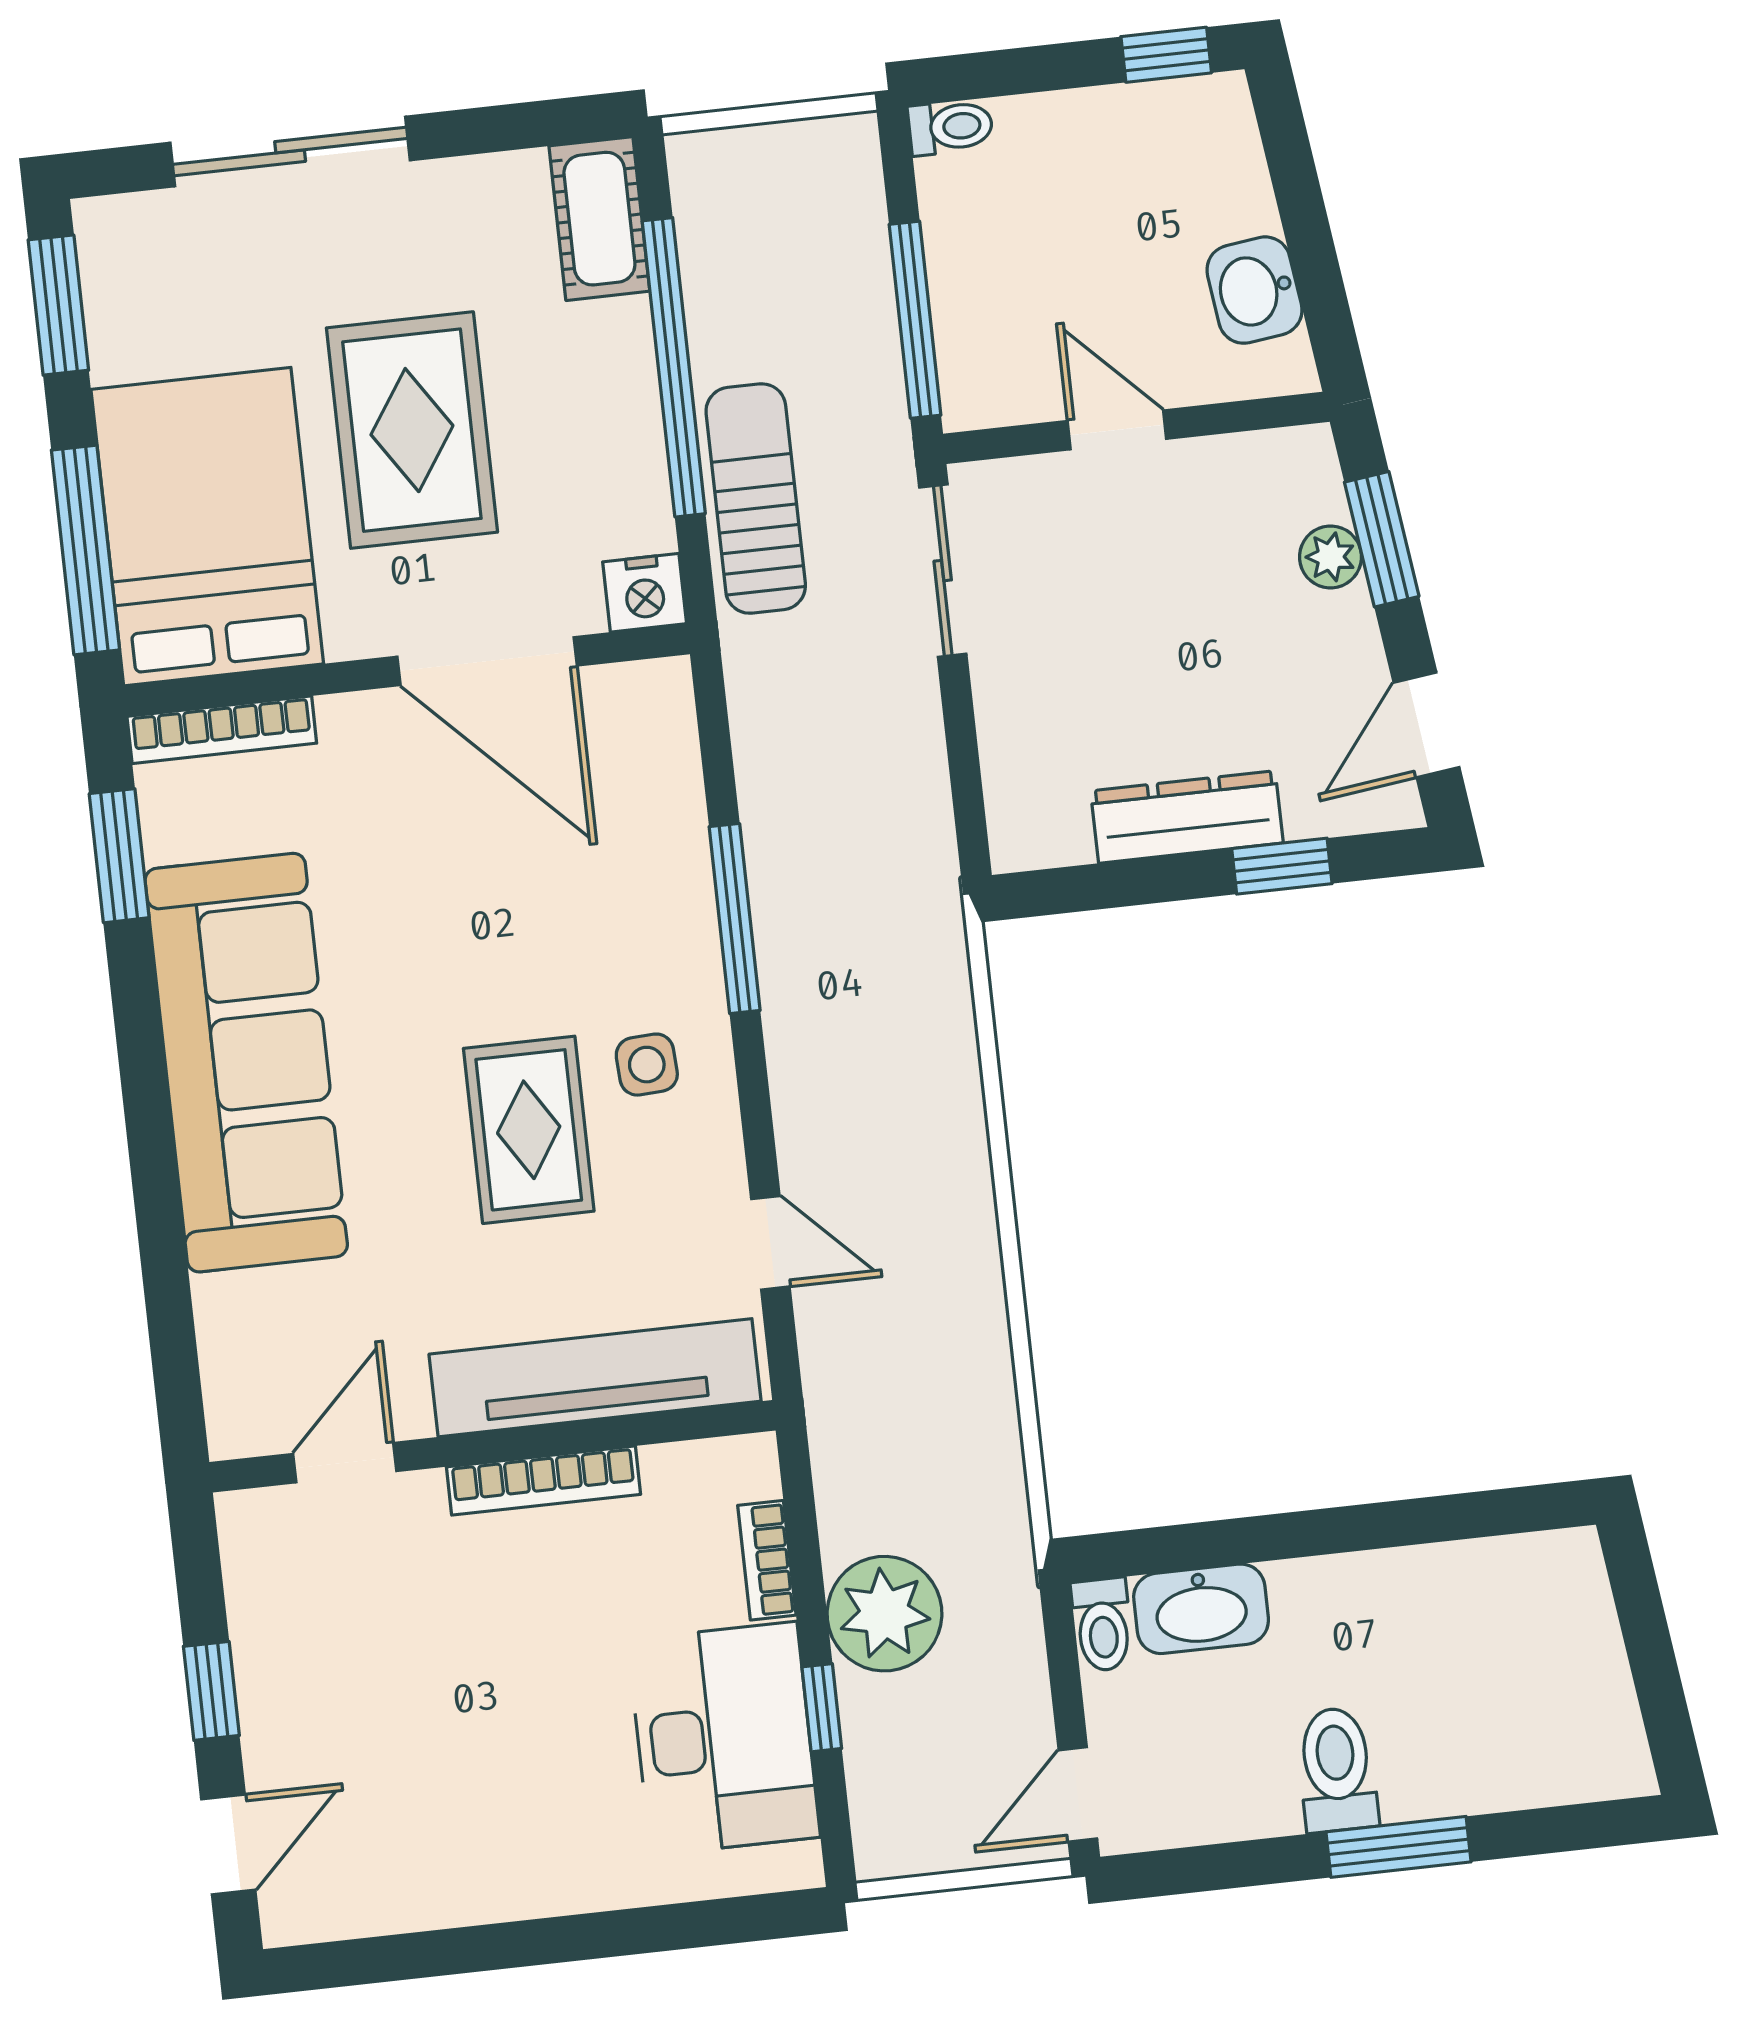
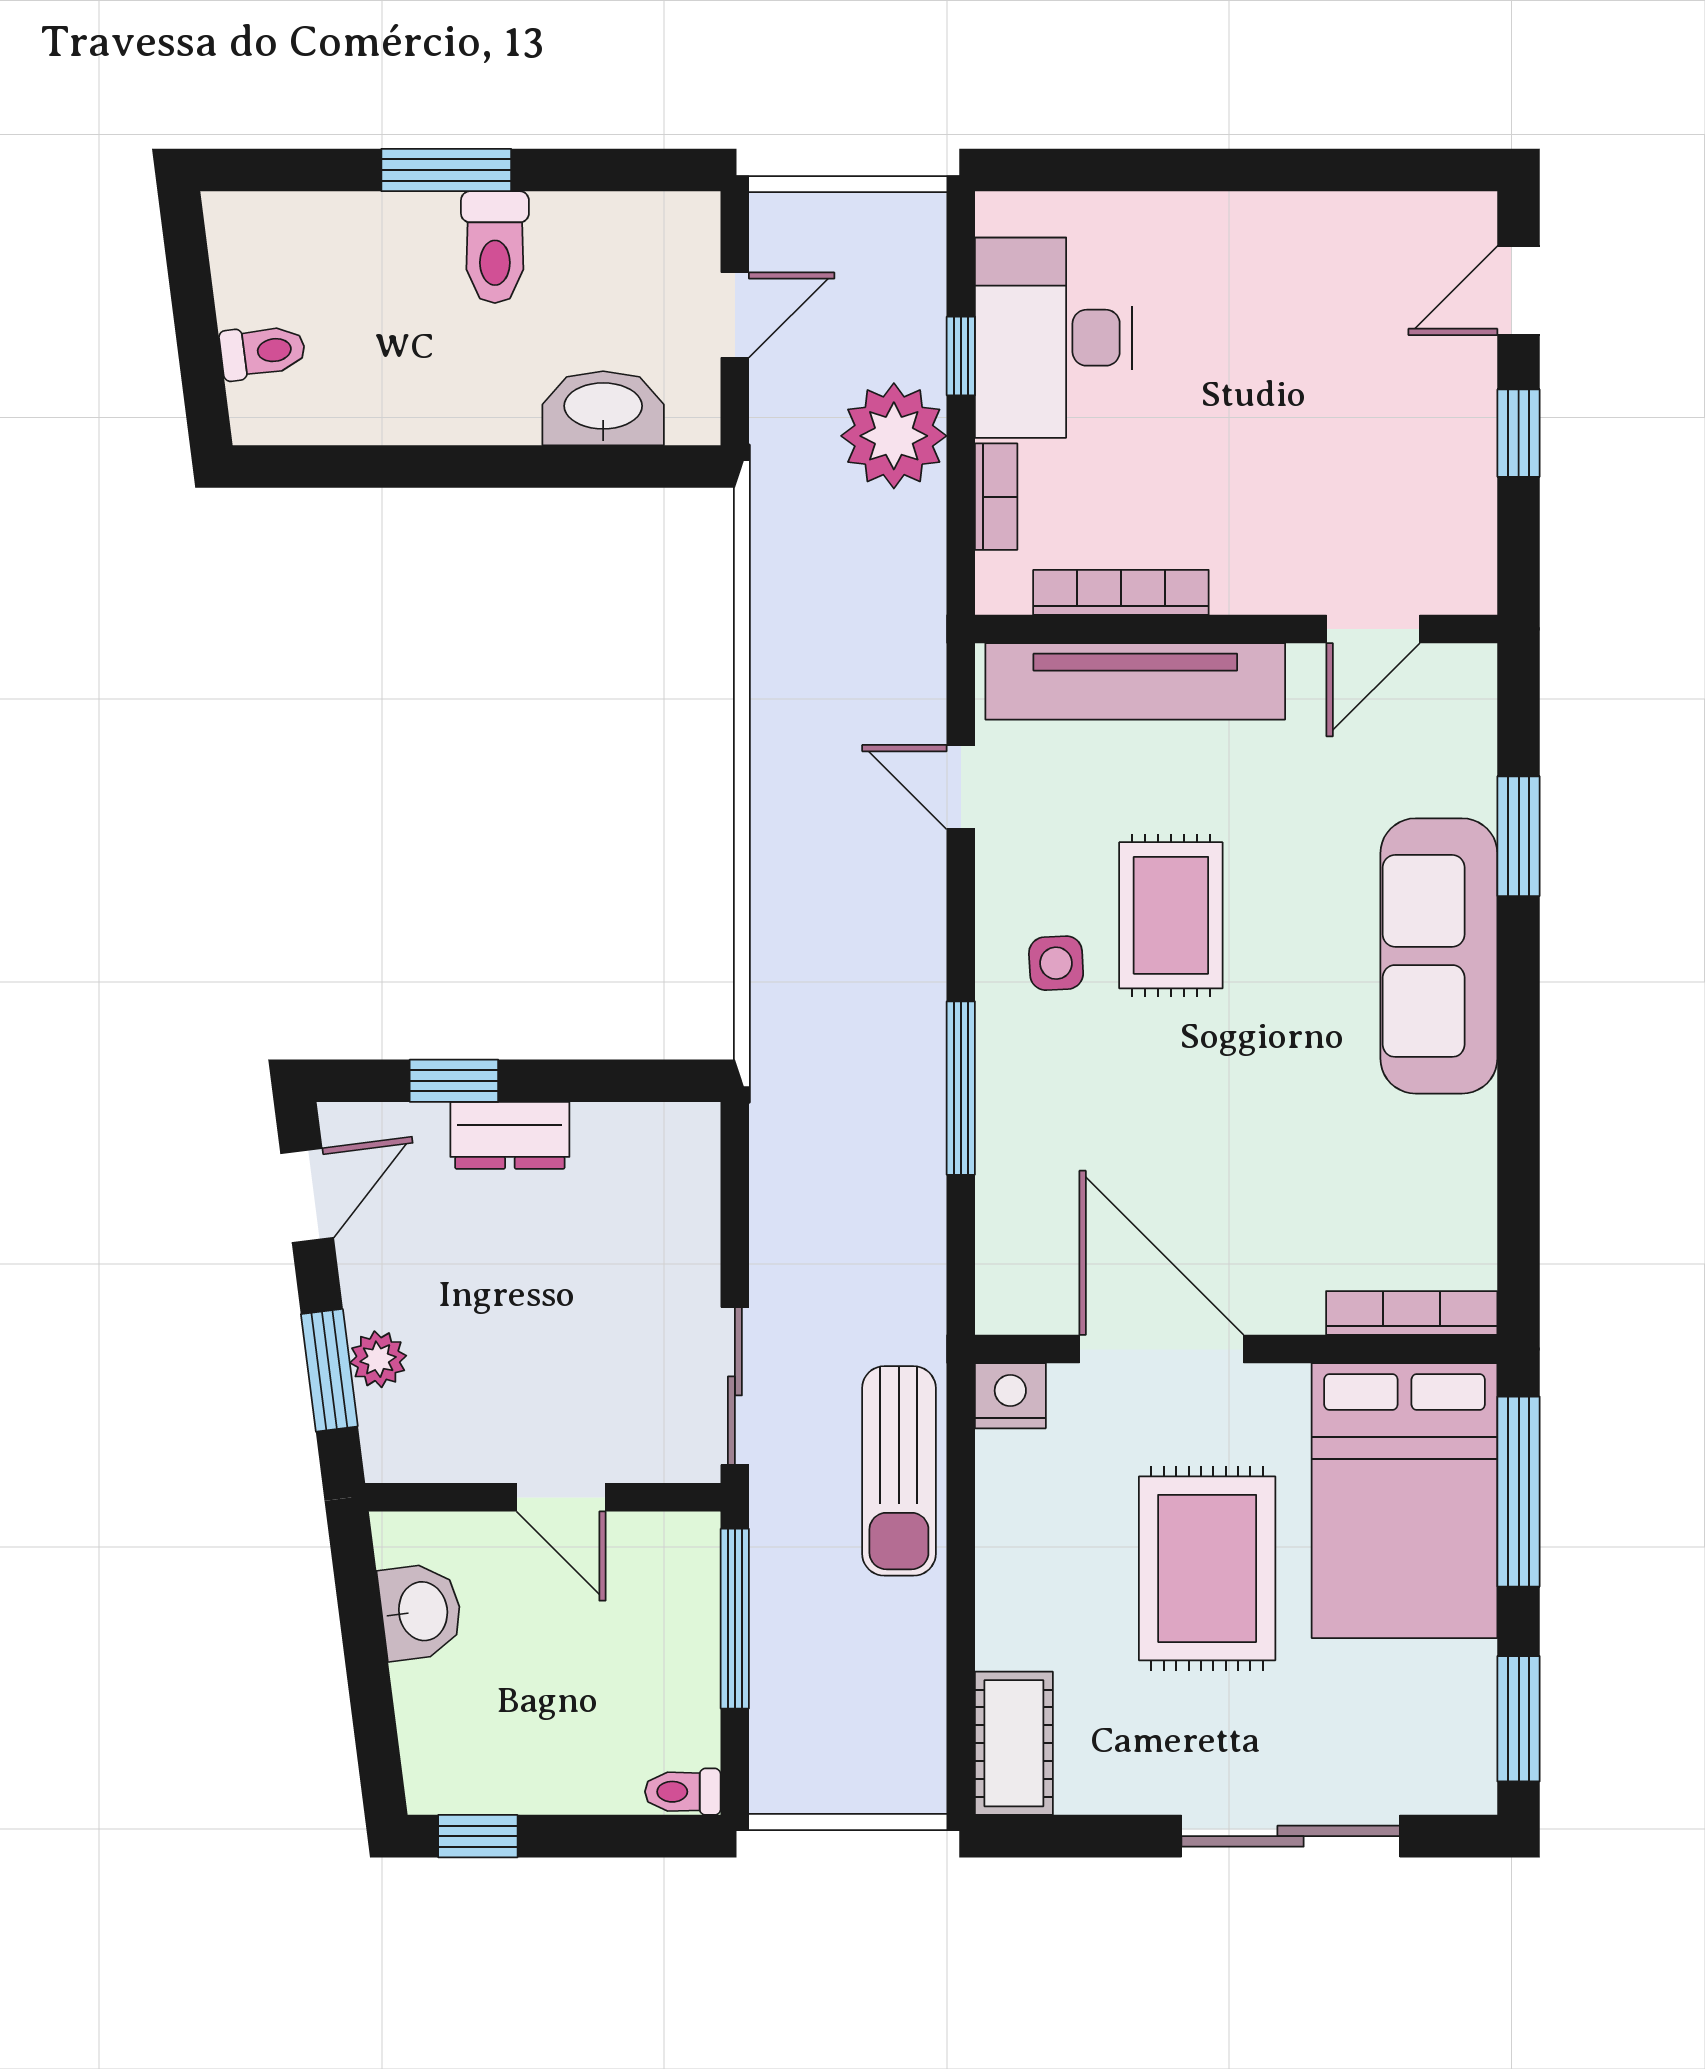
window: (674, 367) -> (961, 1599), removed
dresser: (1187, 817) -> (510, 1135), width x0.70
window: (119, 856) -> (1519, 836), moved
sofa: (246, 1063) -> (1439, 956), width x0.74, depth x0.79
bookcase: (544, 1481) -> (1121, 592), moved
toilet: (1102, 1625) -> (263, 352), moved, turned 83
door: (1078, 1794) -> (735, 315), moved

